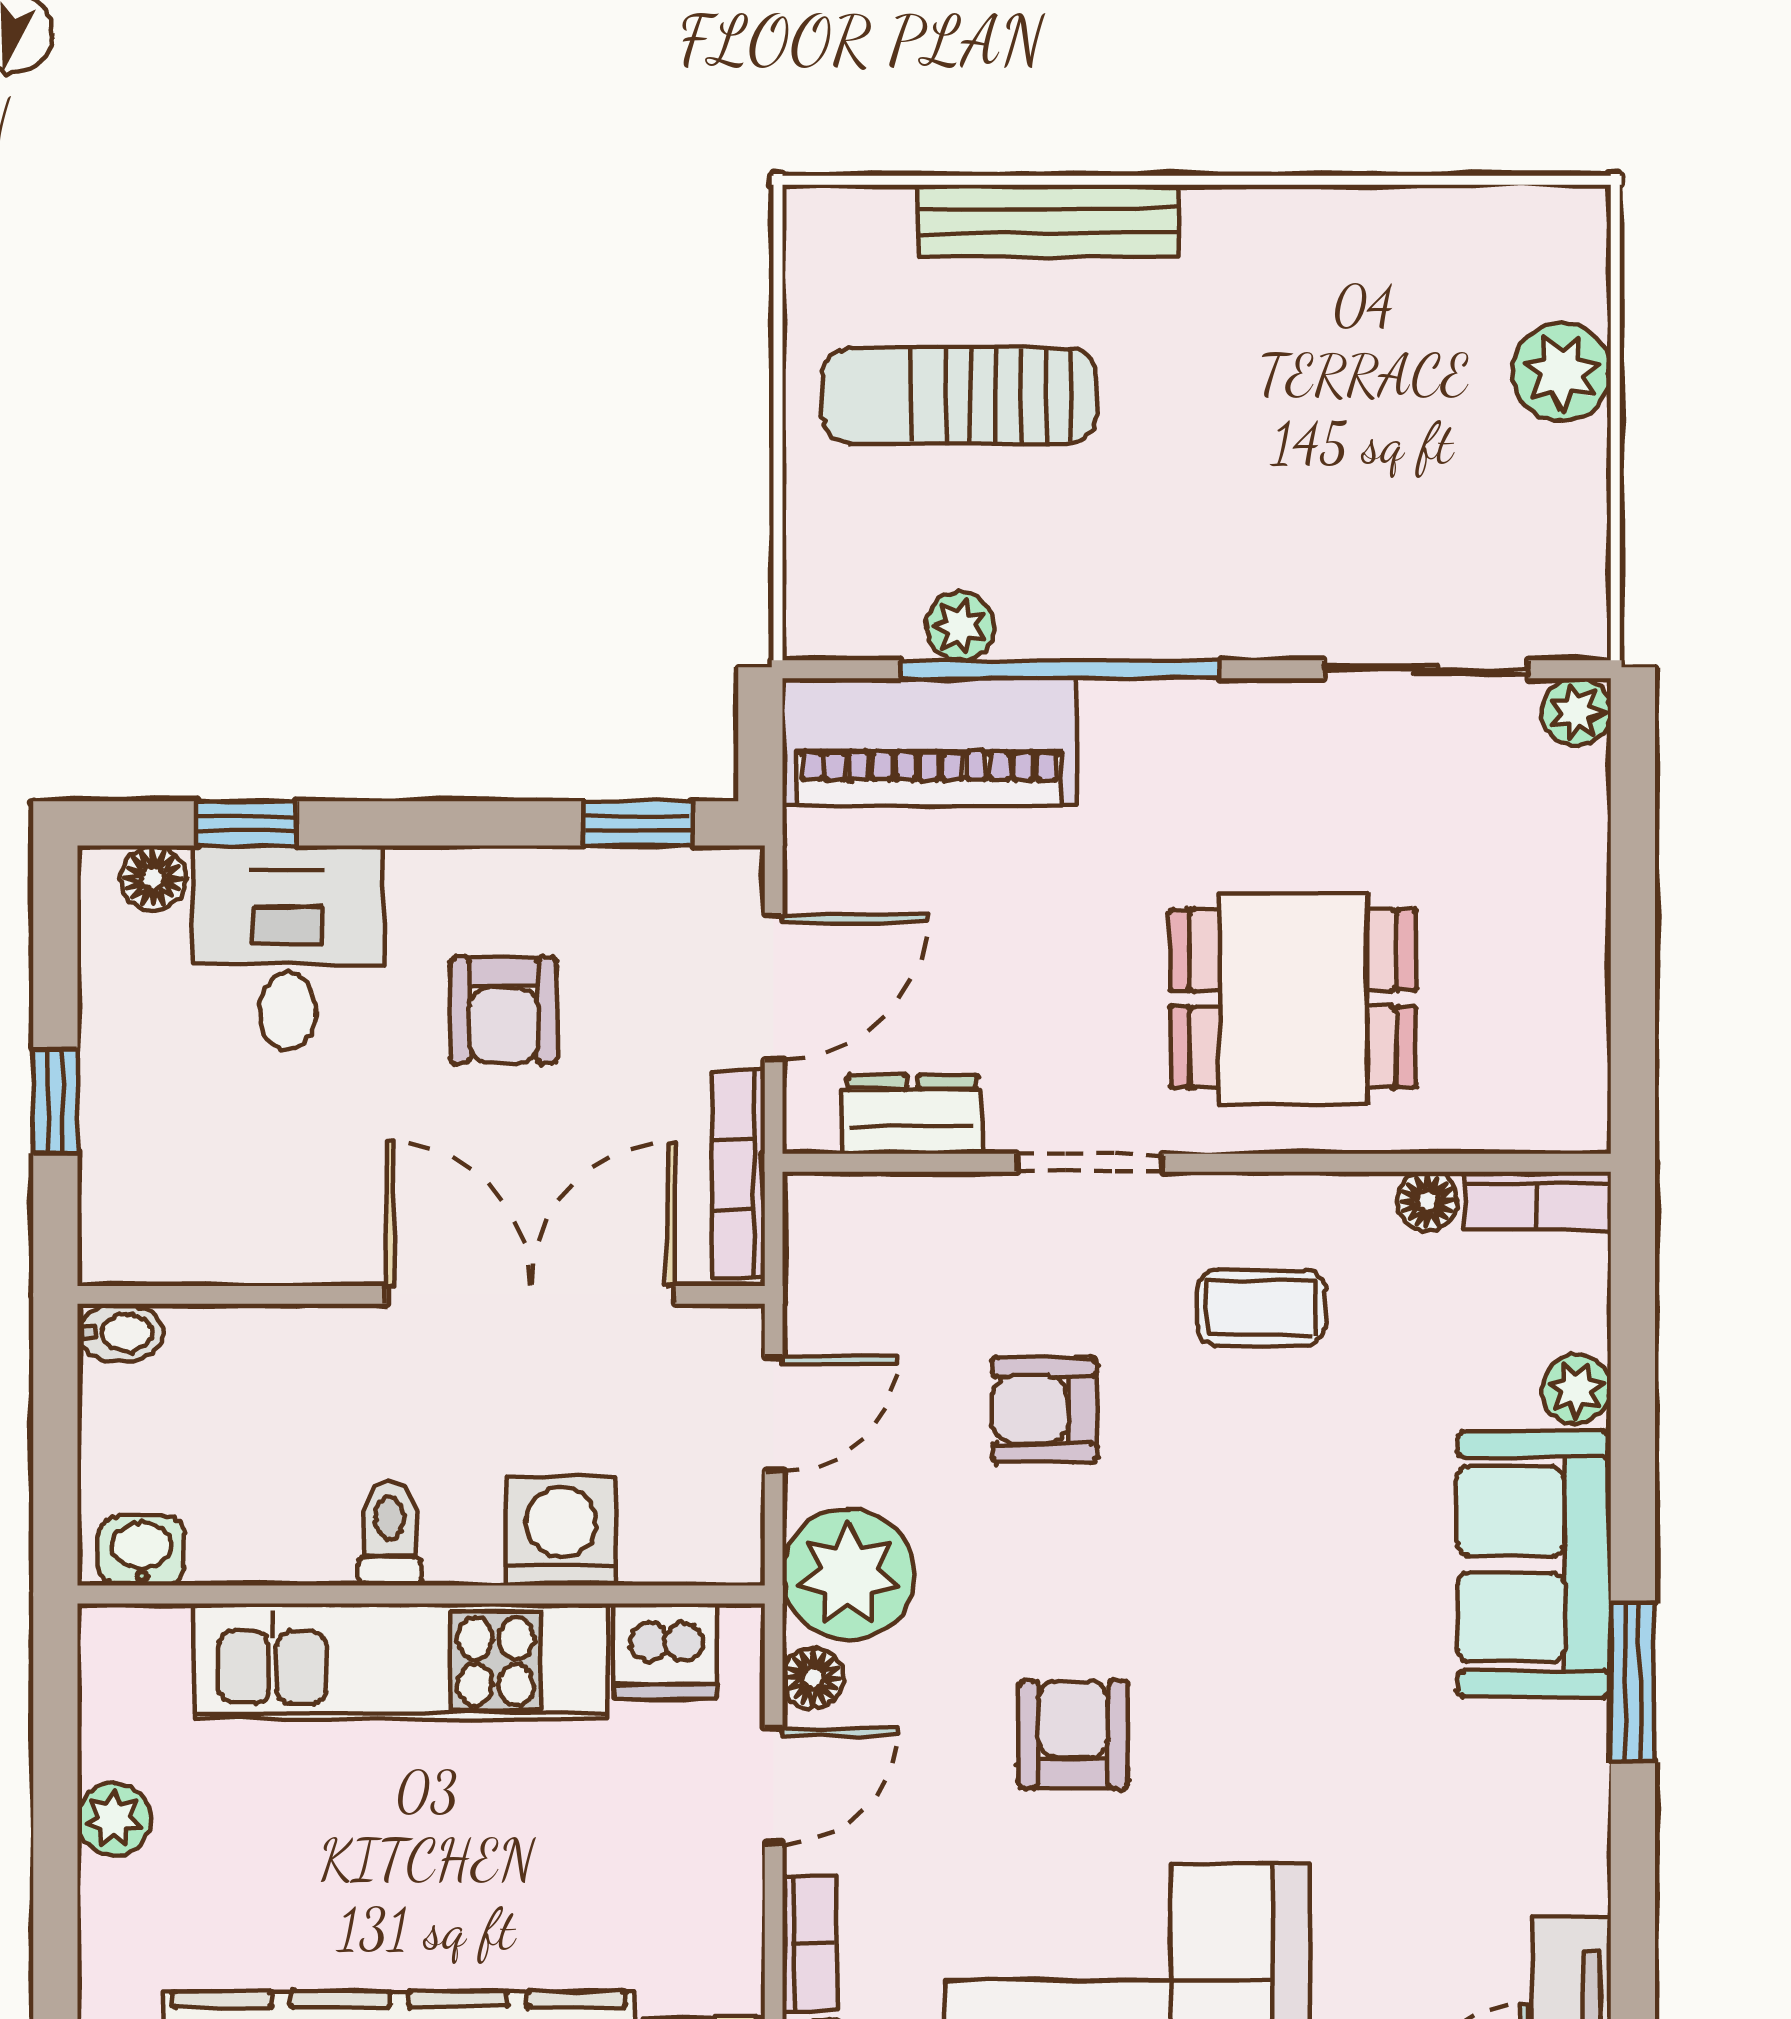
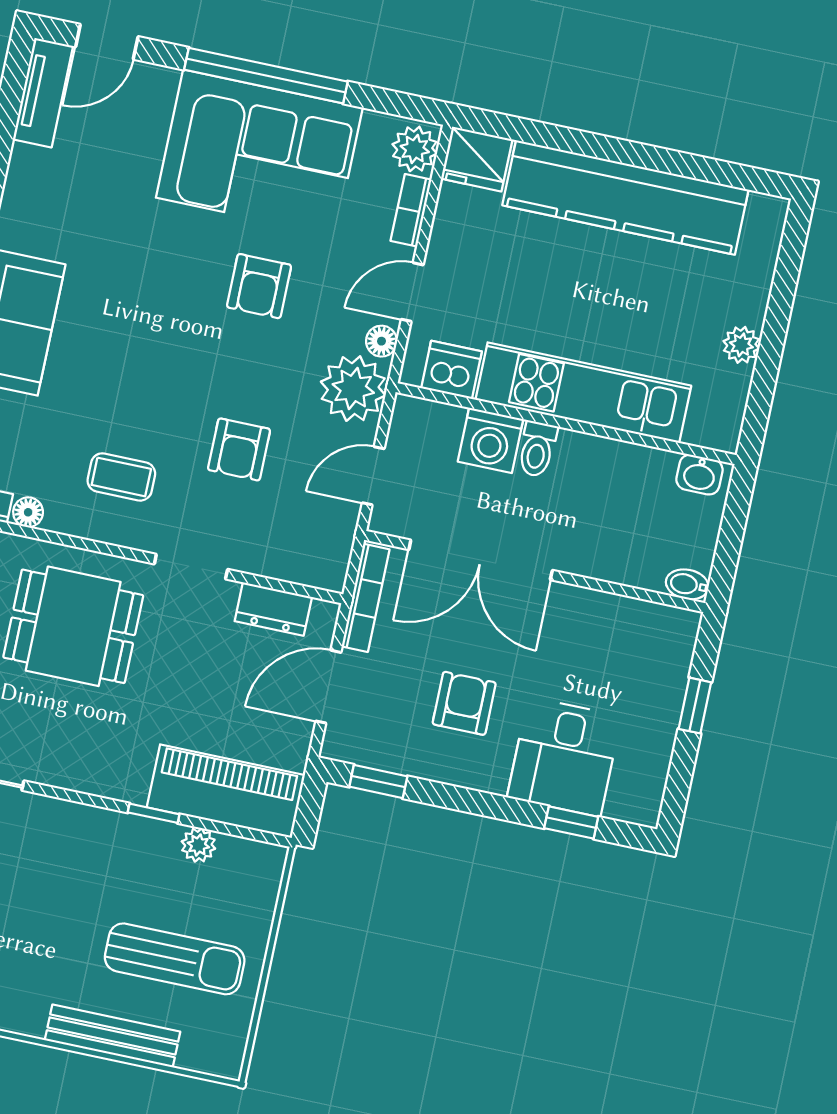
window: (1060, 669) -> (154, 813), width x0.32
floor lamp: (153, 878) -> (623, 805), removed
armchair: (1044, 1410) -> (239, 449), turned 90
toilet: (389, 1533) -> (537, 449), moved

